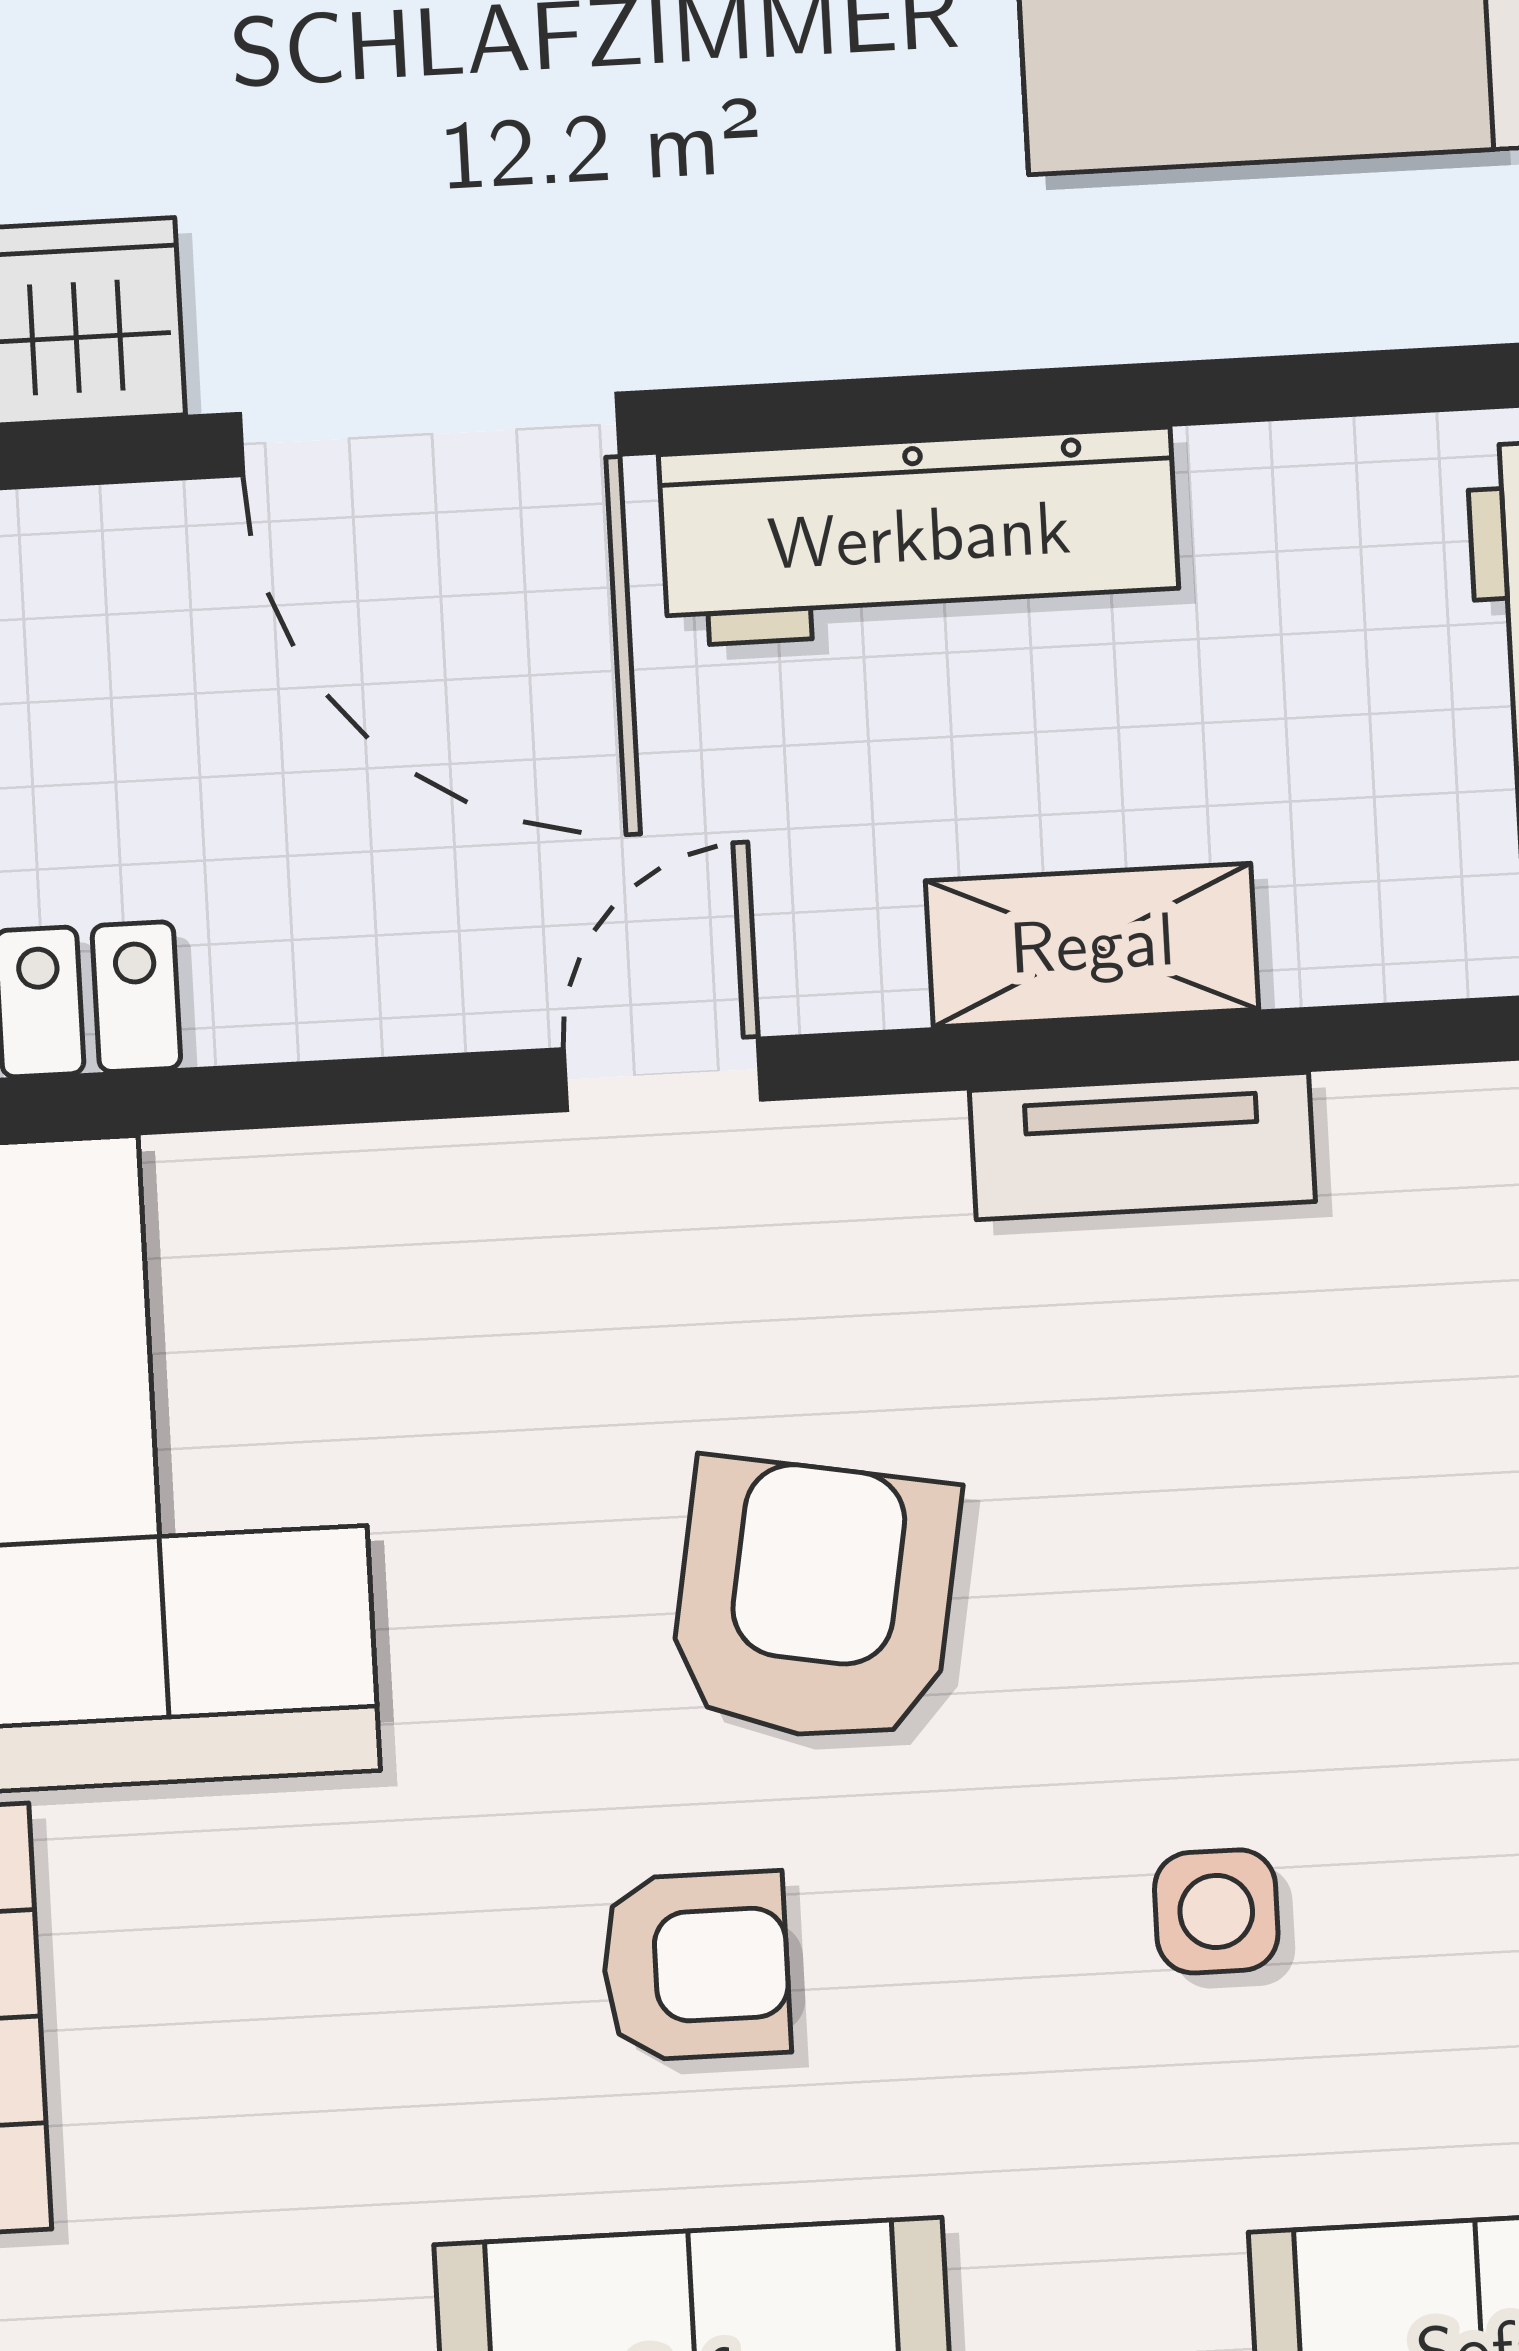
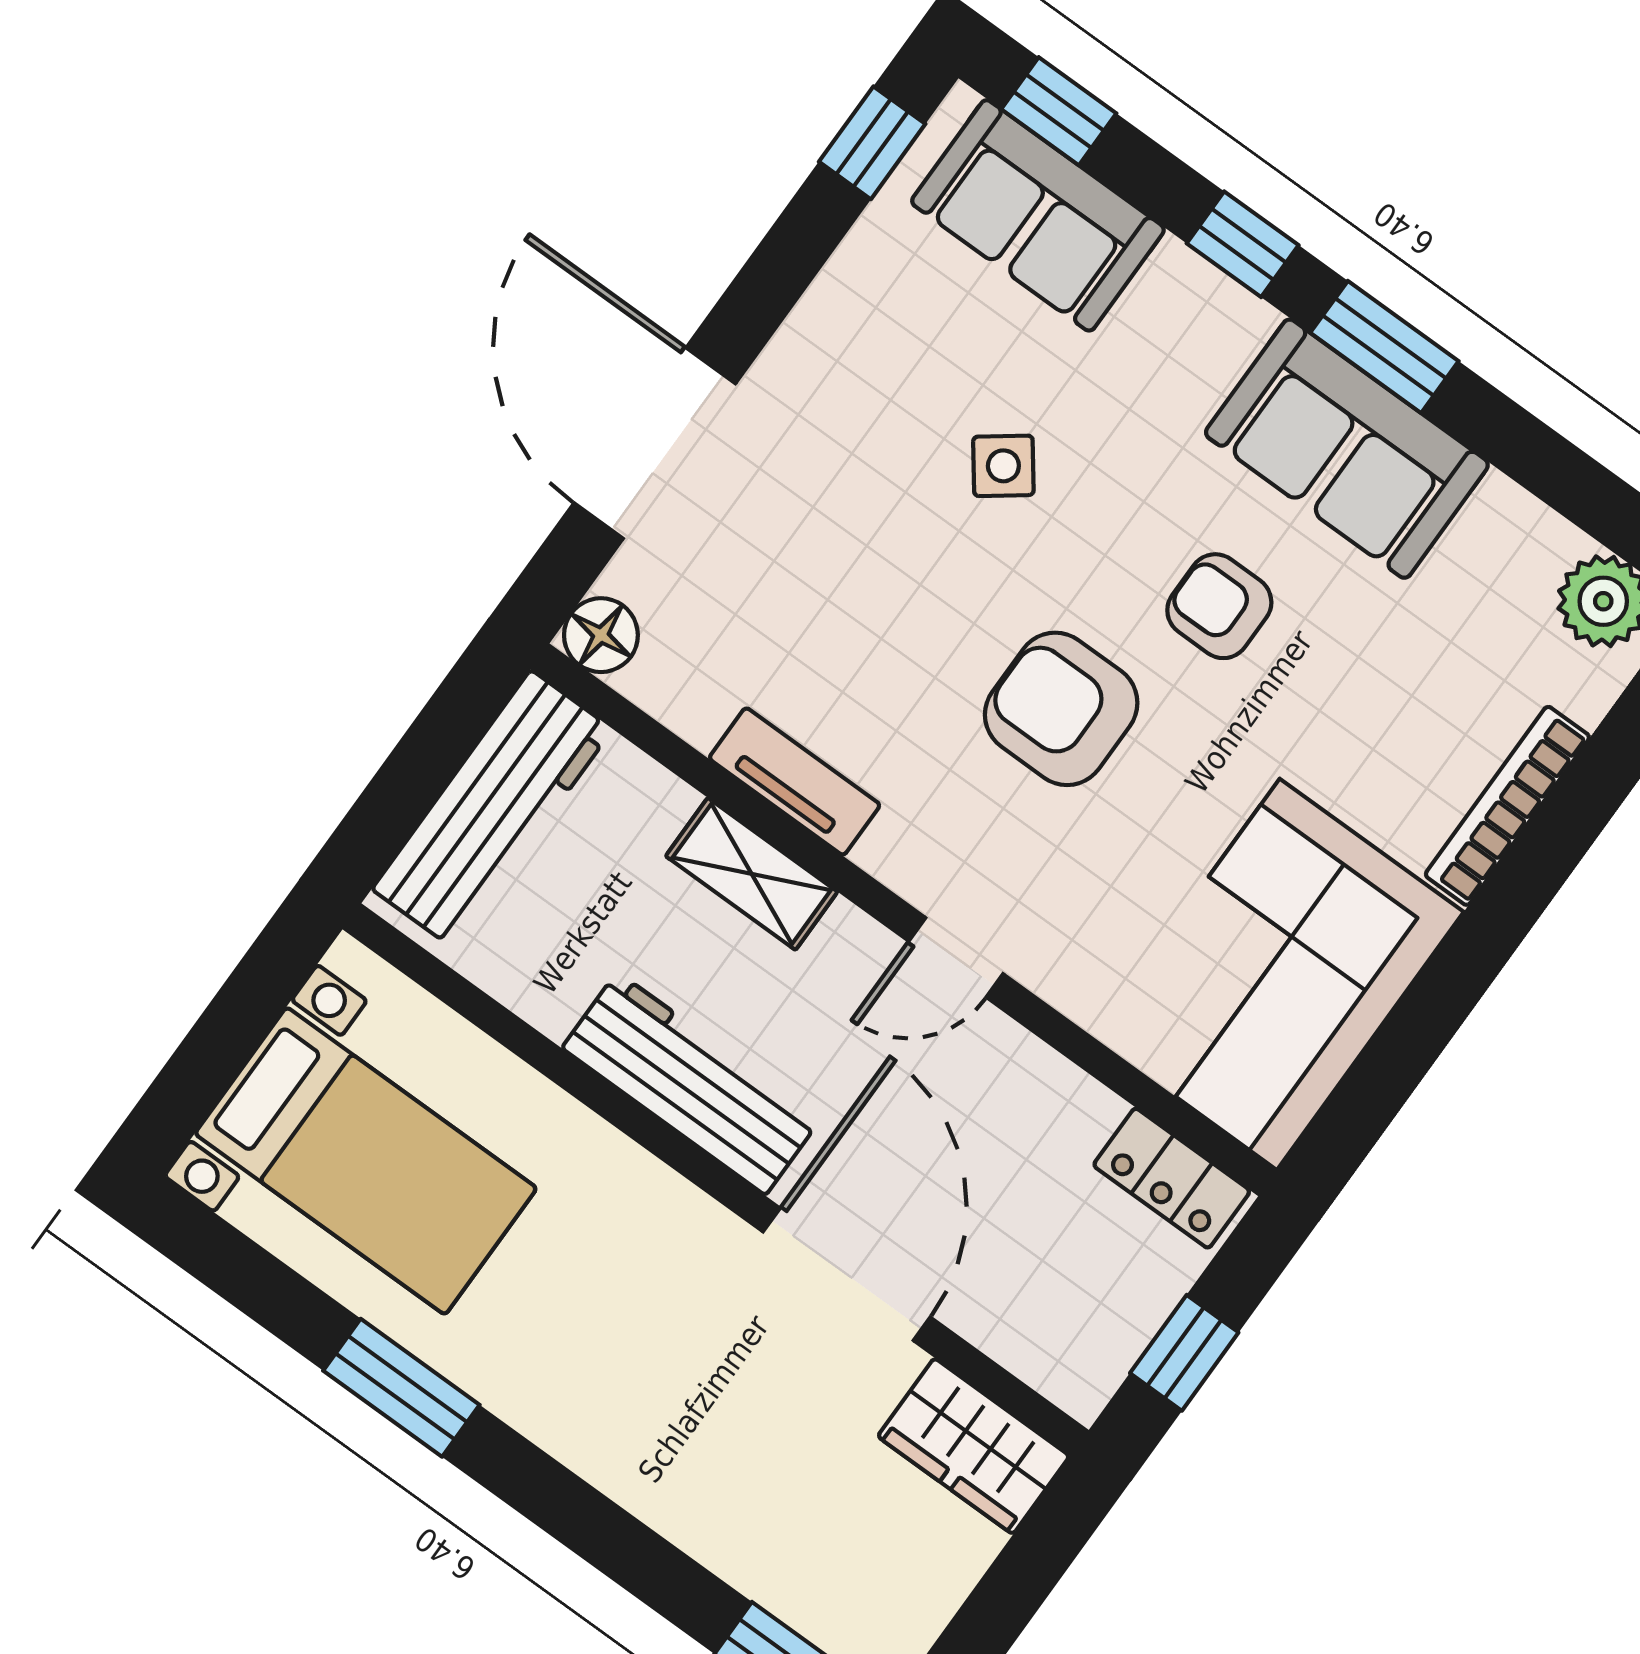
armchair: (814, 1602) -> (1061, 709), turned 80
side table: (1216, 1911) -> (1003, 466), turned -37

